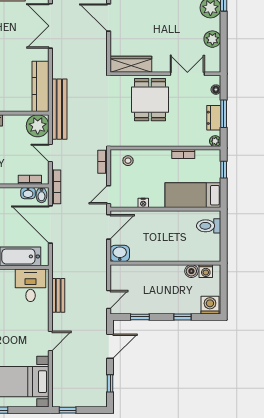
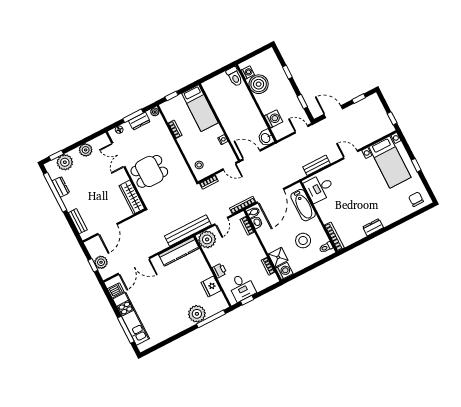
toilet: (209, 226) -> (235, 77), moved
boiler: (191, 271) -> (259, 84), width x1.86, depth x1.86
washing machine: (210, 305) -> (274, 119), moved, turned 180

